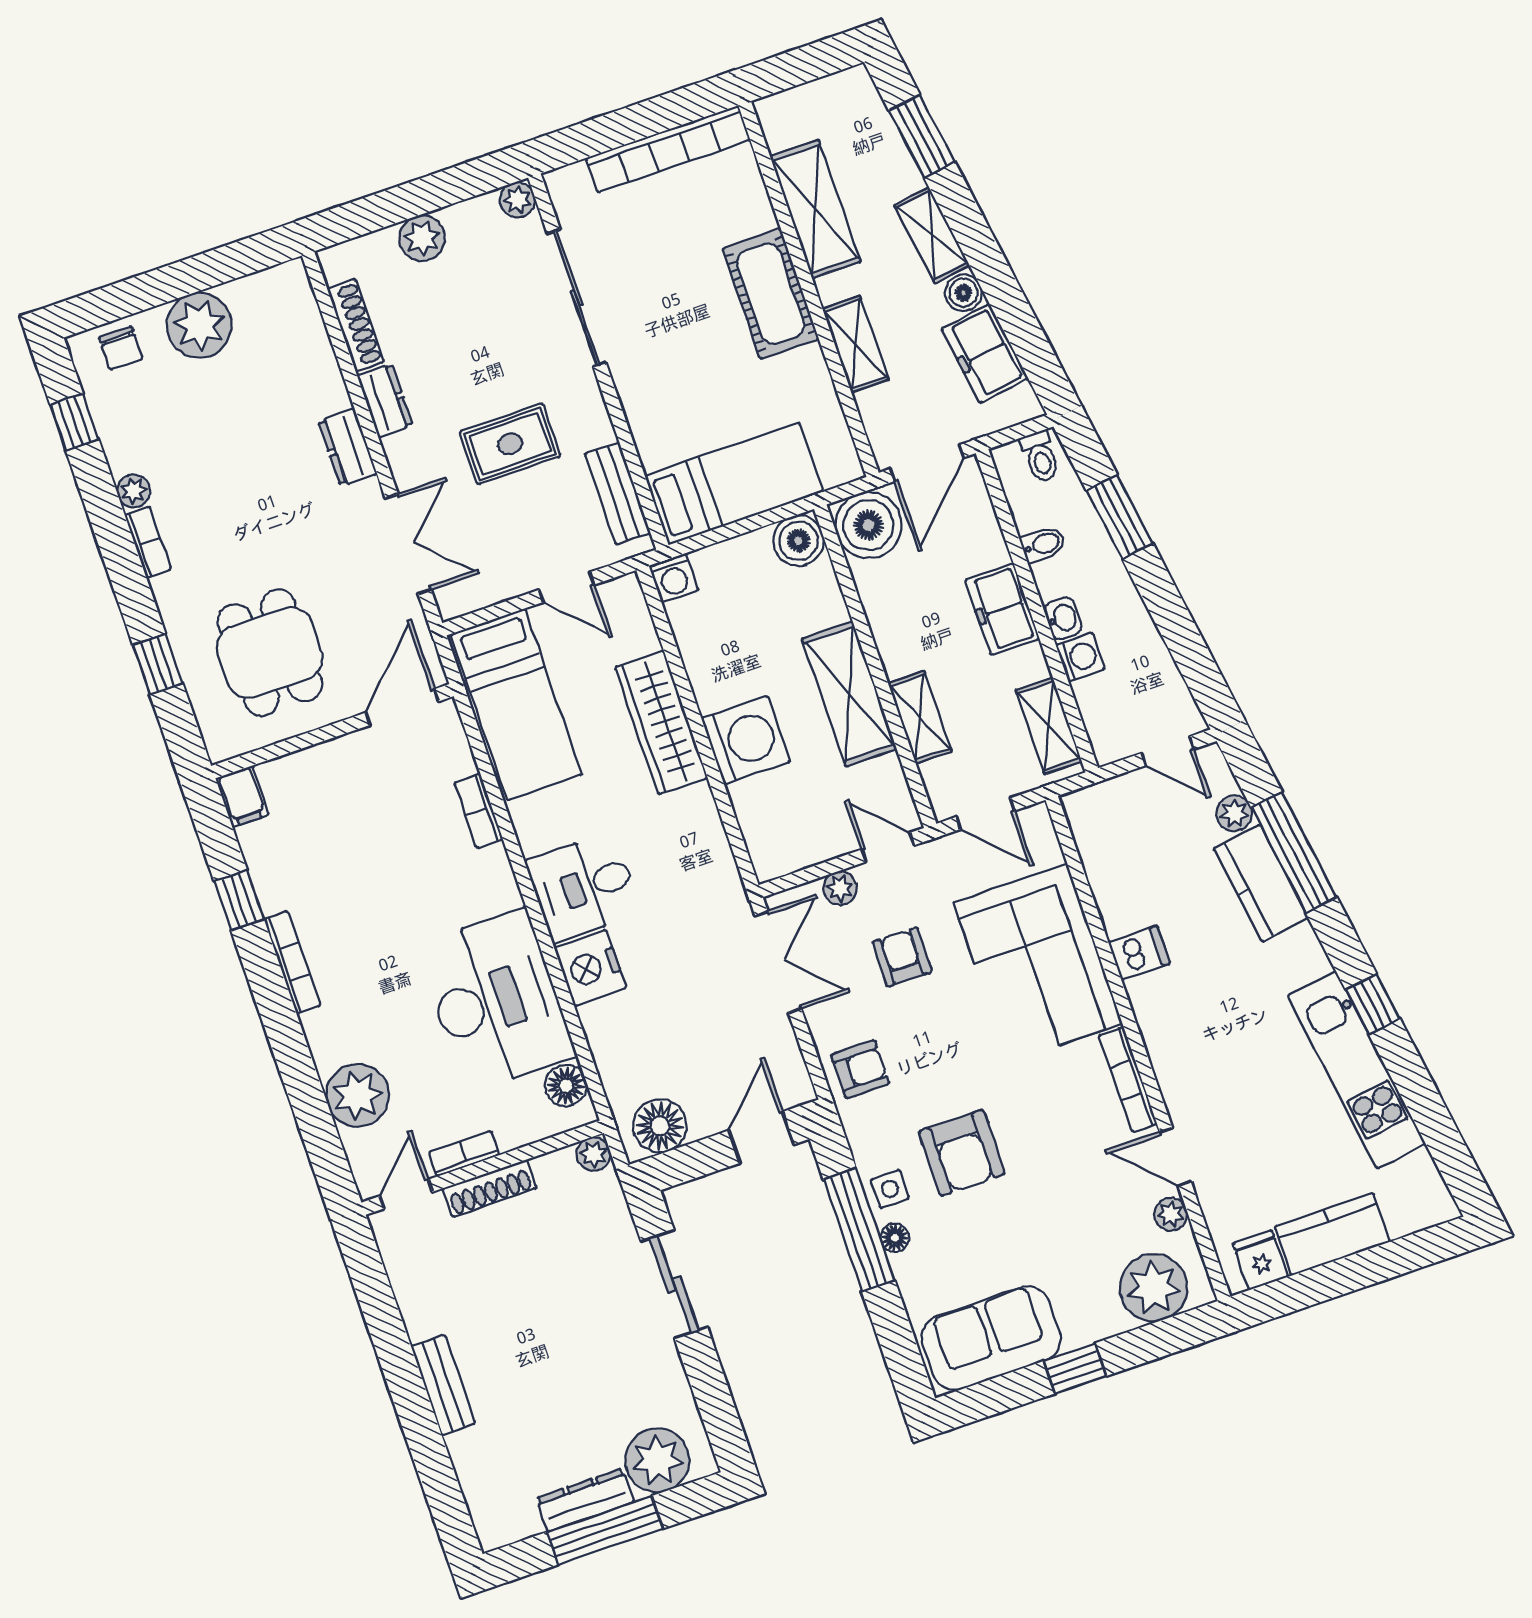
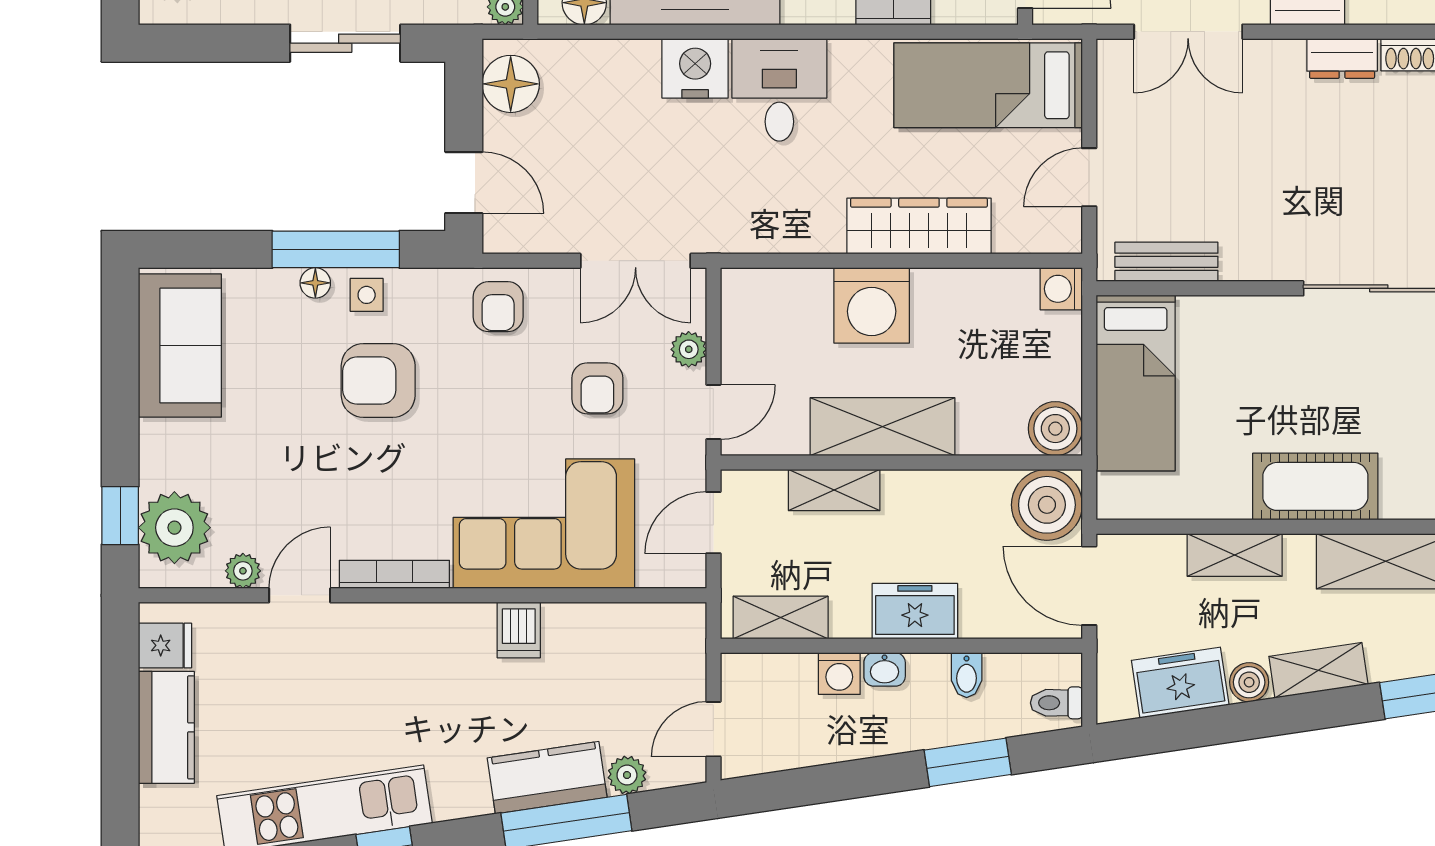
rug: (510, 444) -> (1254, 170), removed
armchair: (902, 957) -> (597, 388), turned 89
window: (1075, 1368) -> (120, 516), moved

